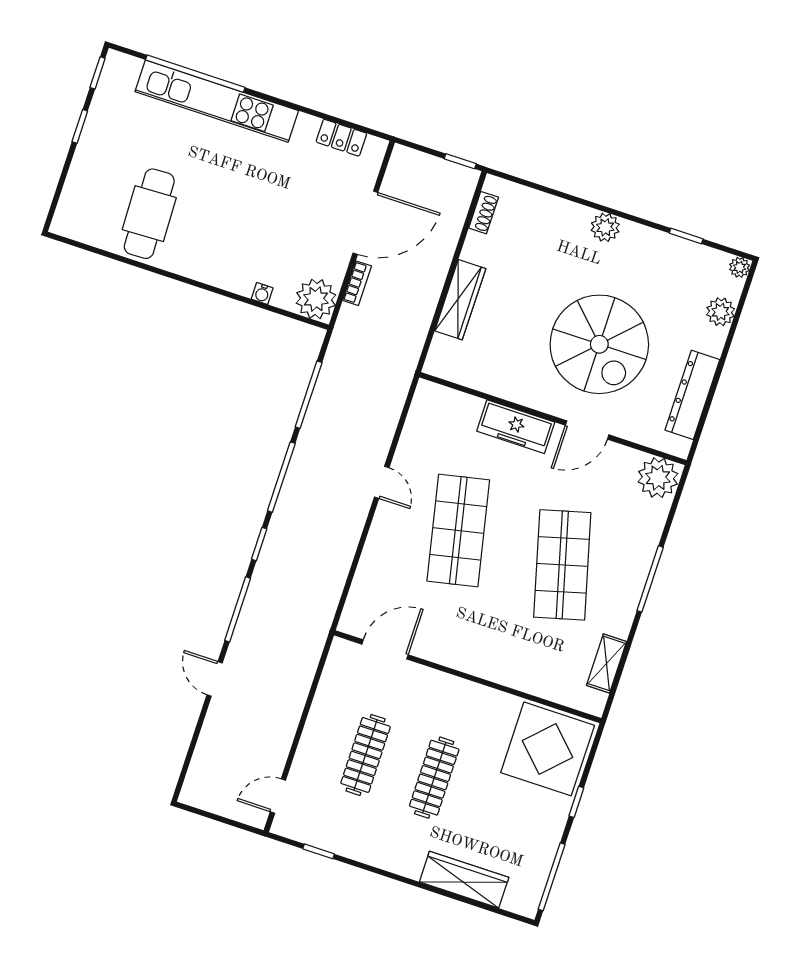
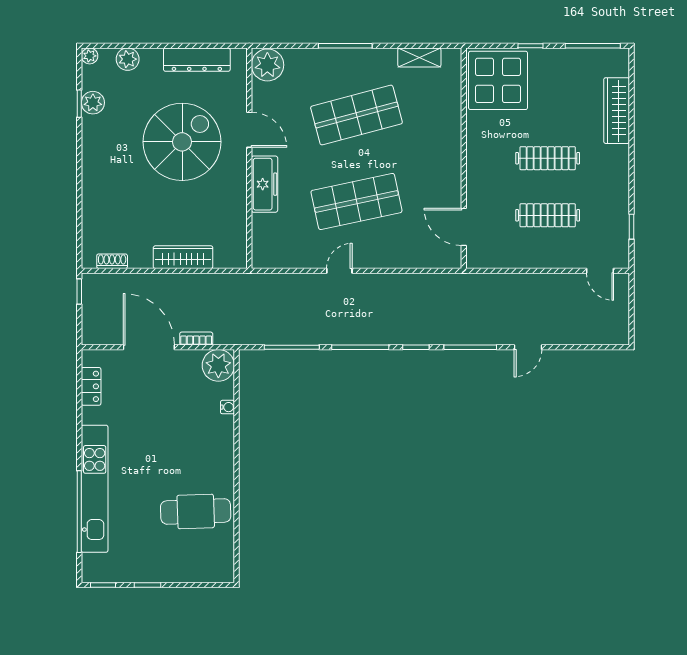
plant: (605, 227) -> (93, 103), moved

